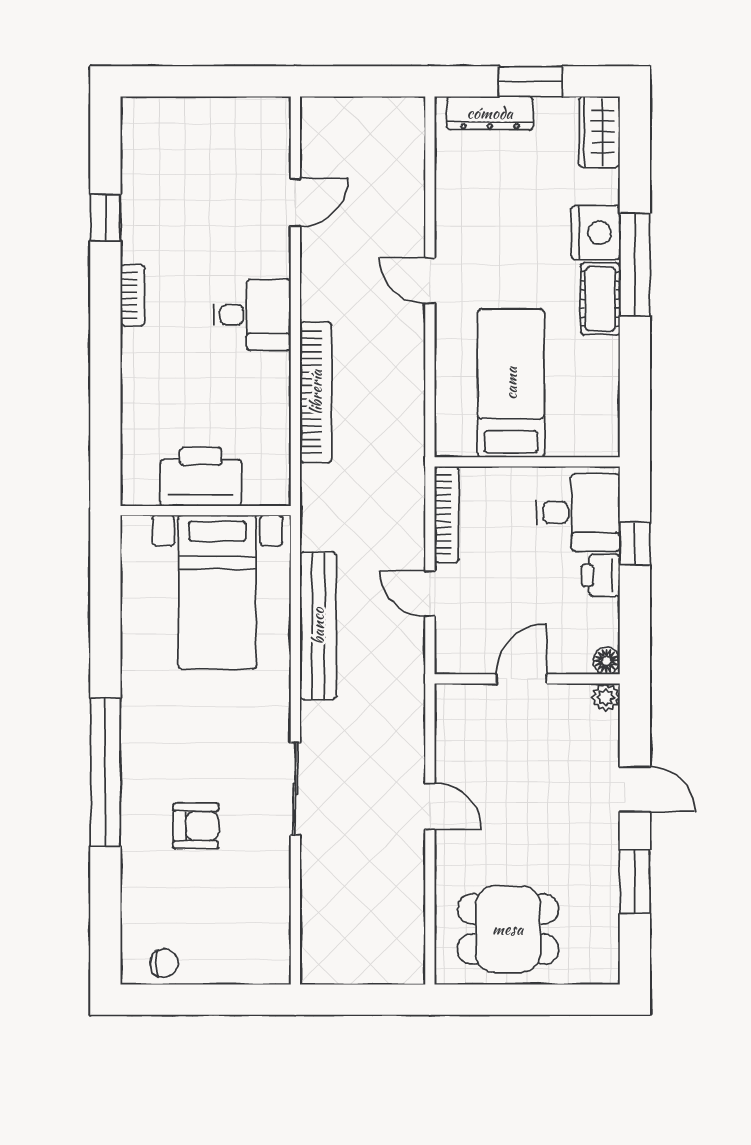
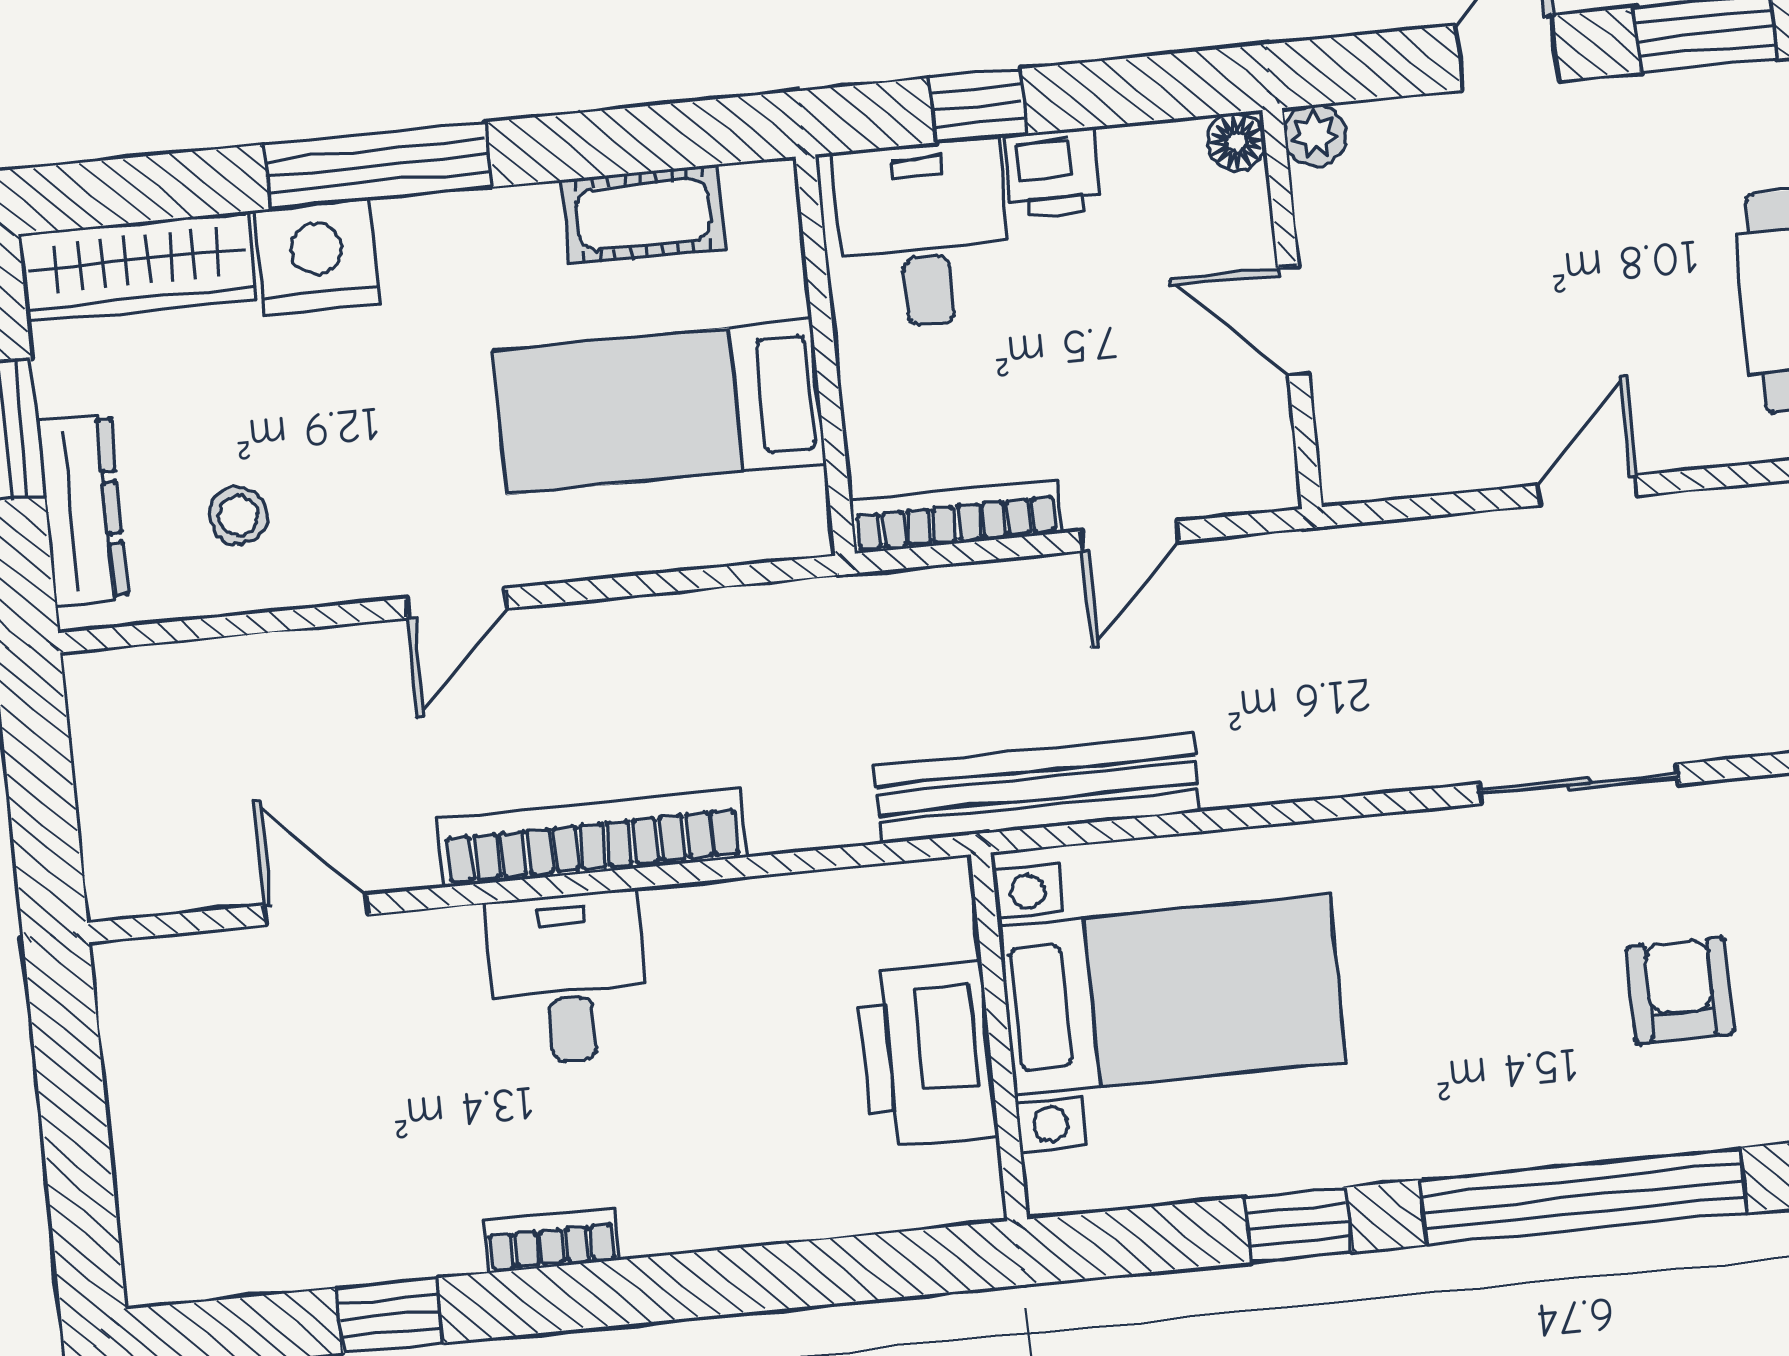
wardrobe: (599, 132) -> (137, 267), width x1.50
stool: (480, 185) -> (238, 516), added
cot: (600, 299) -> (643, 215), moved
bookcase: (316, 392) -> (592, 838), moved
bench: (318, 626) -> (1037, 788), moved
window: (105, 640) -> (1298, 1225), added

